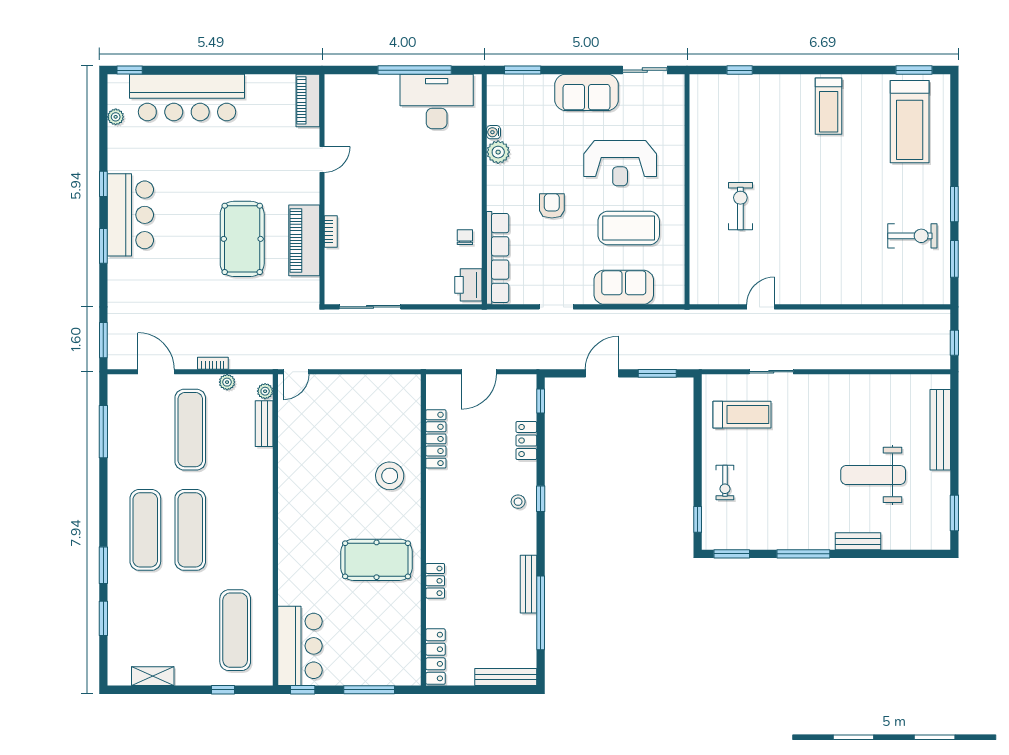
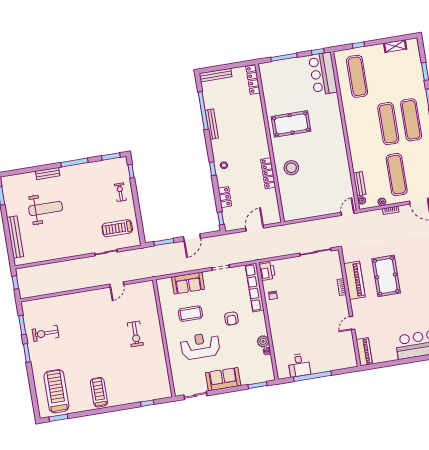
desk: (437, 101) -> (299, 365), width x0.53, depth x0.77
coffee table: (629, 228) -> (190, 314), width x0.73, depth x0.76
locker: (436, 439) -> (268, 173), moved
locker: (435, 581) -> (259, 118), removed

